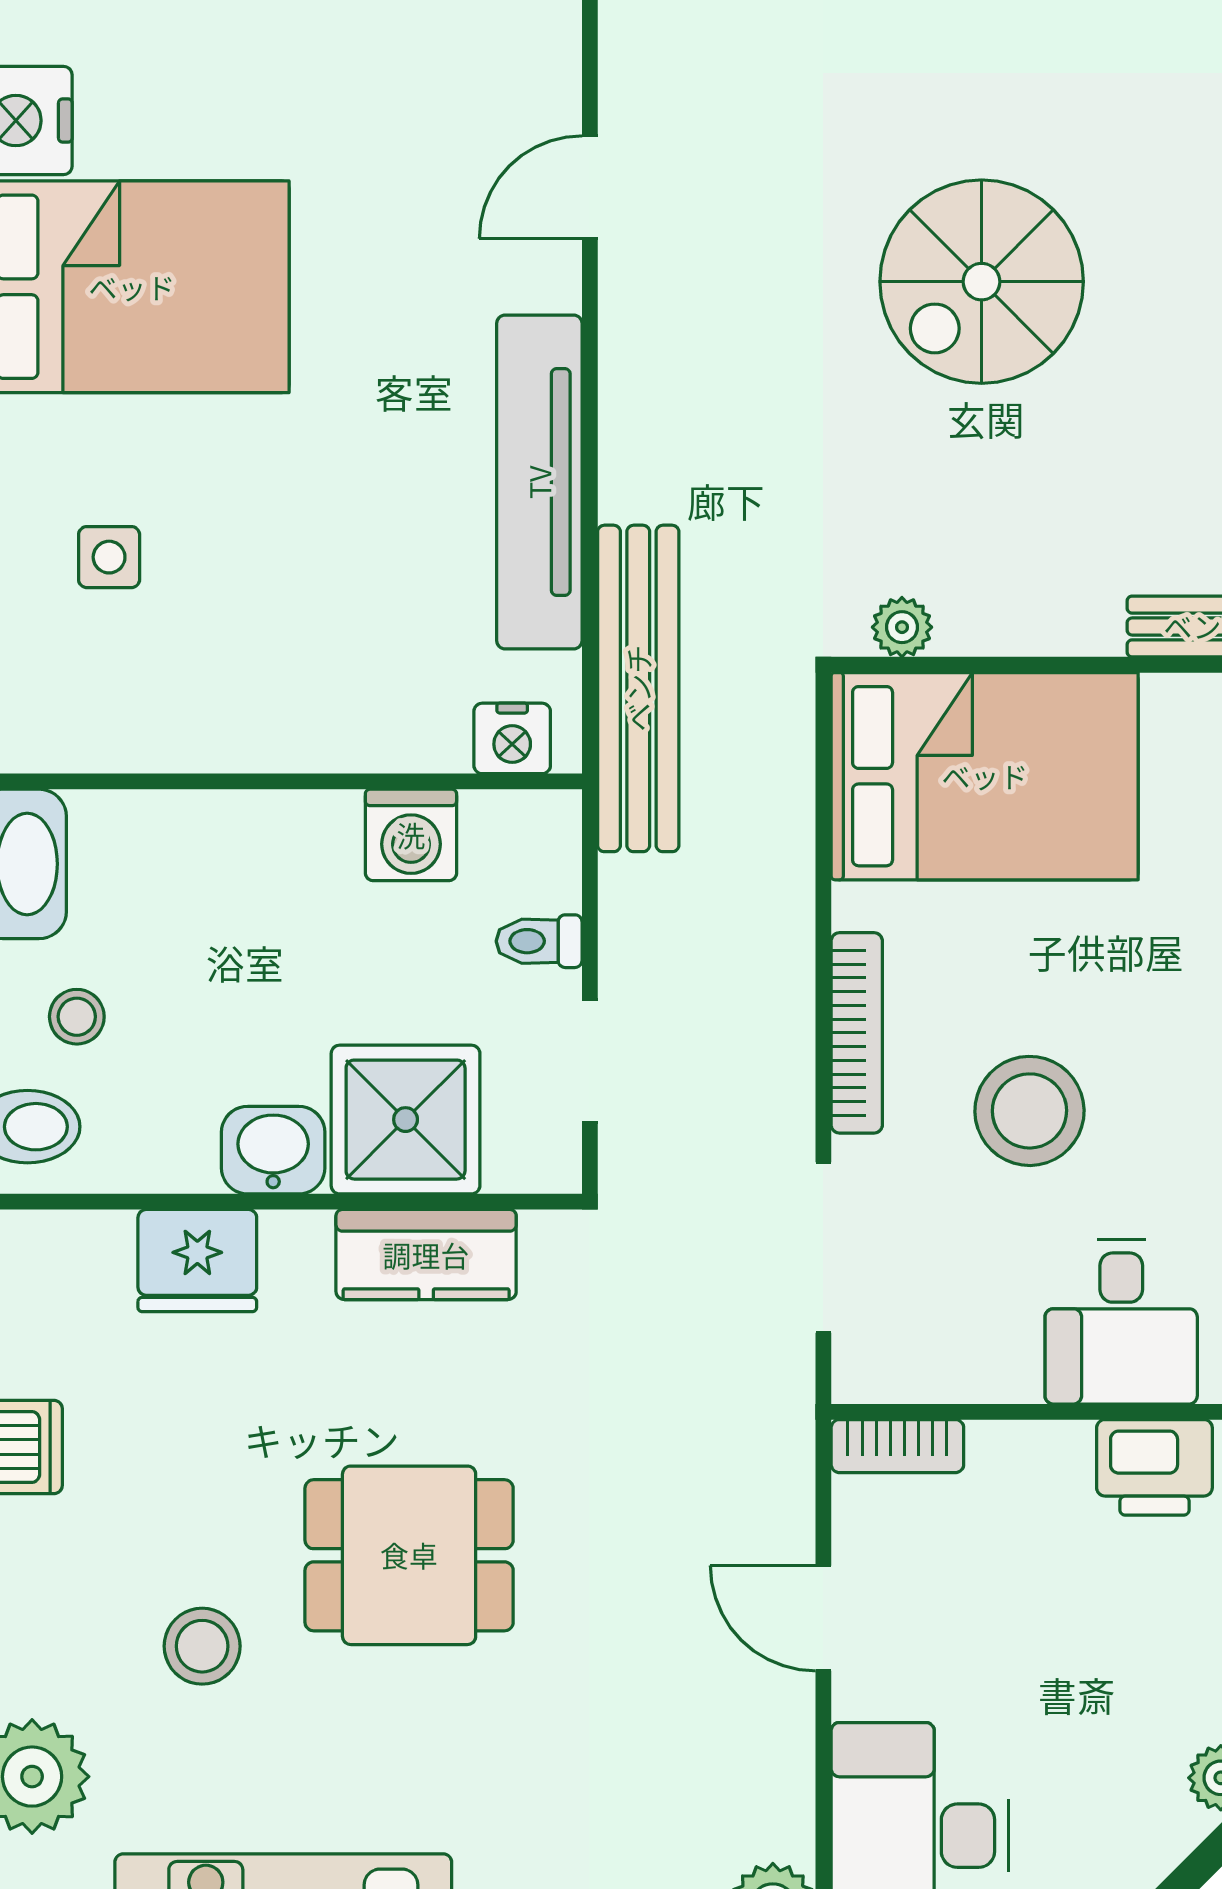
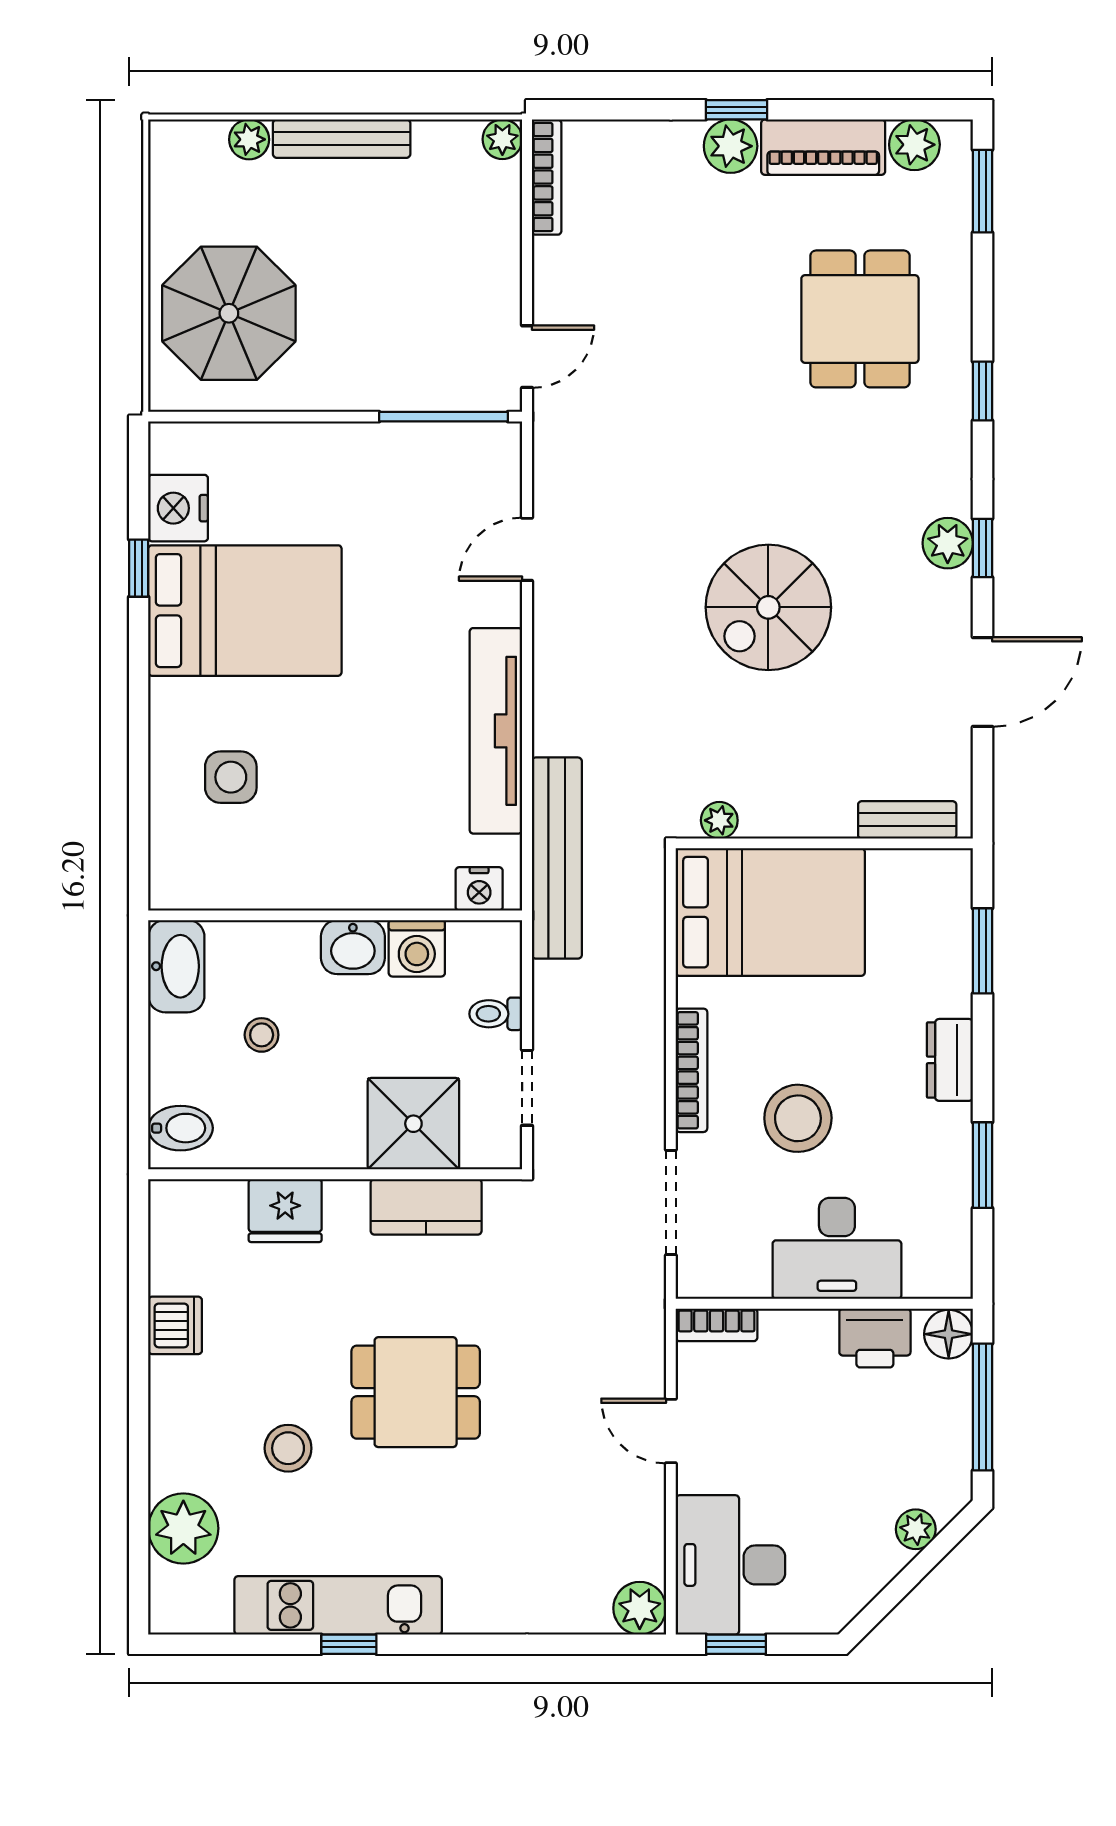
side table: (109, 557) -> (231, 777), width x1.37, depth x1.37
stool: (77, 1017) -> (262, 1035), moved
washbasin: (273, 1150) -> (353, 947), moved, turned 180
desk: (1121, 1322) -> (837, 1248), width x1.37

